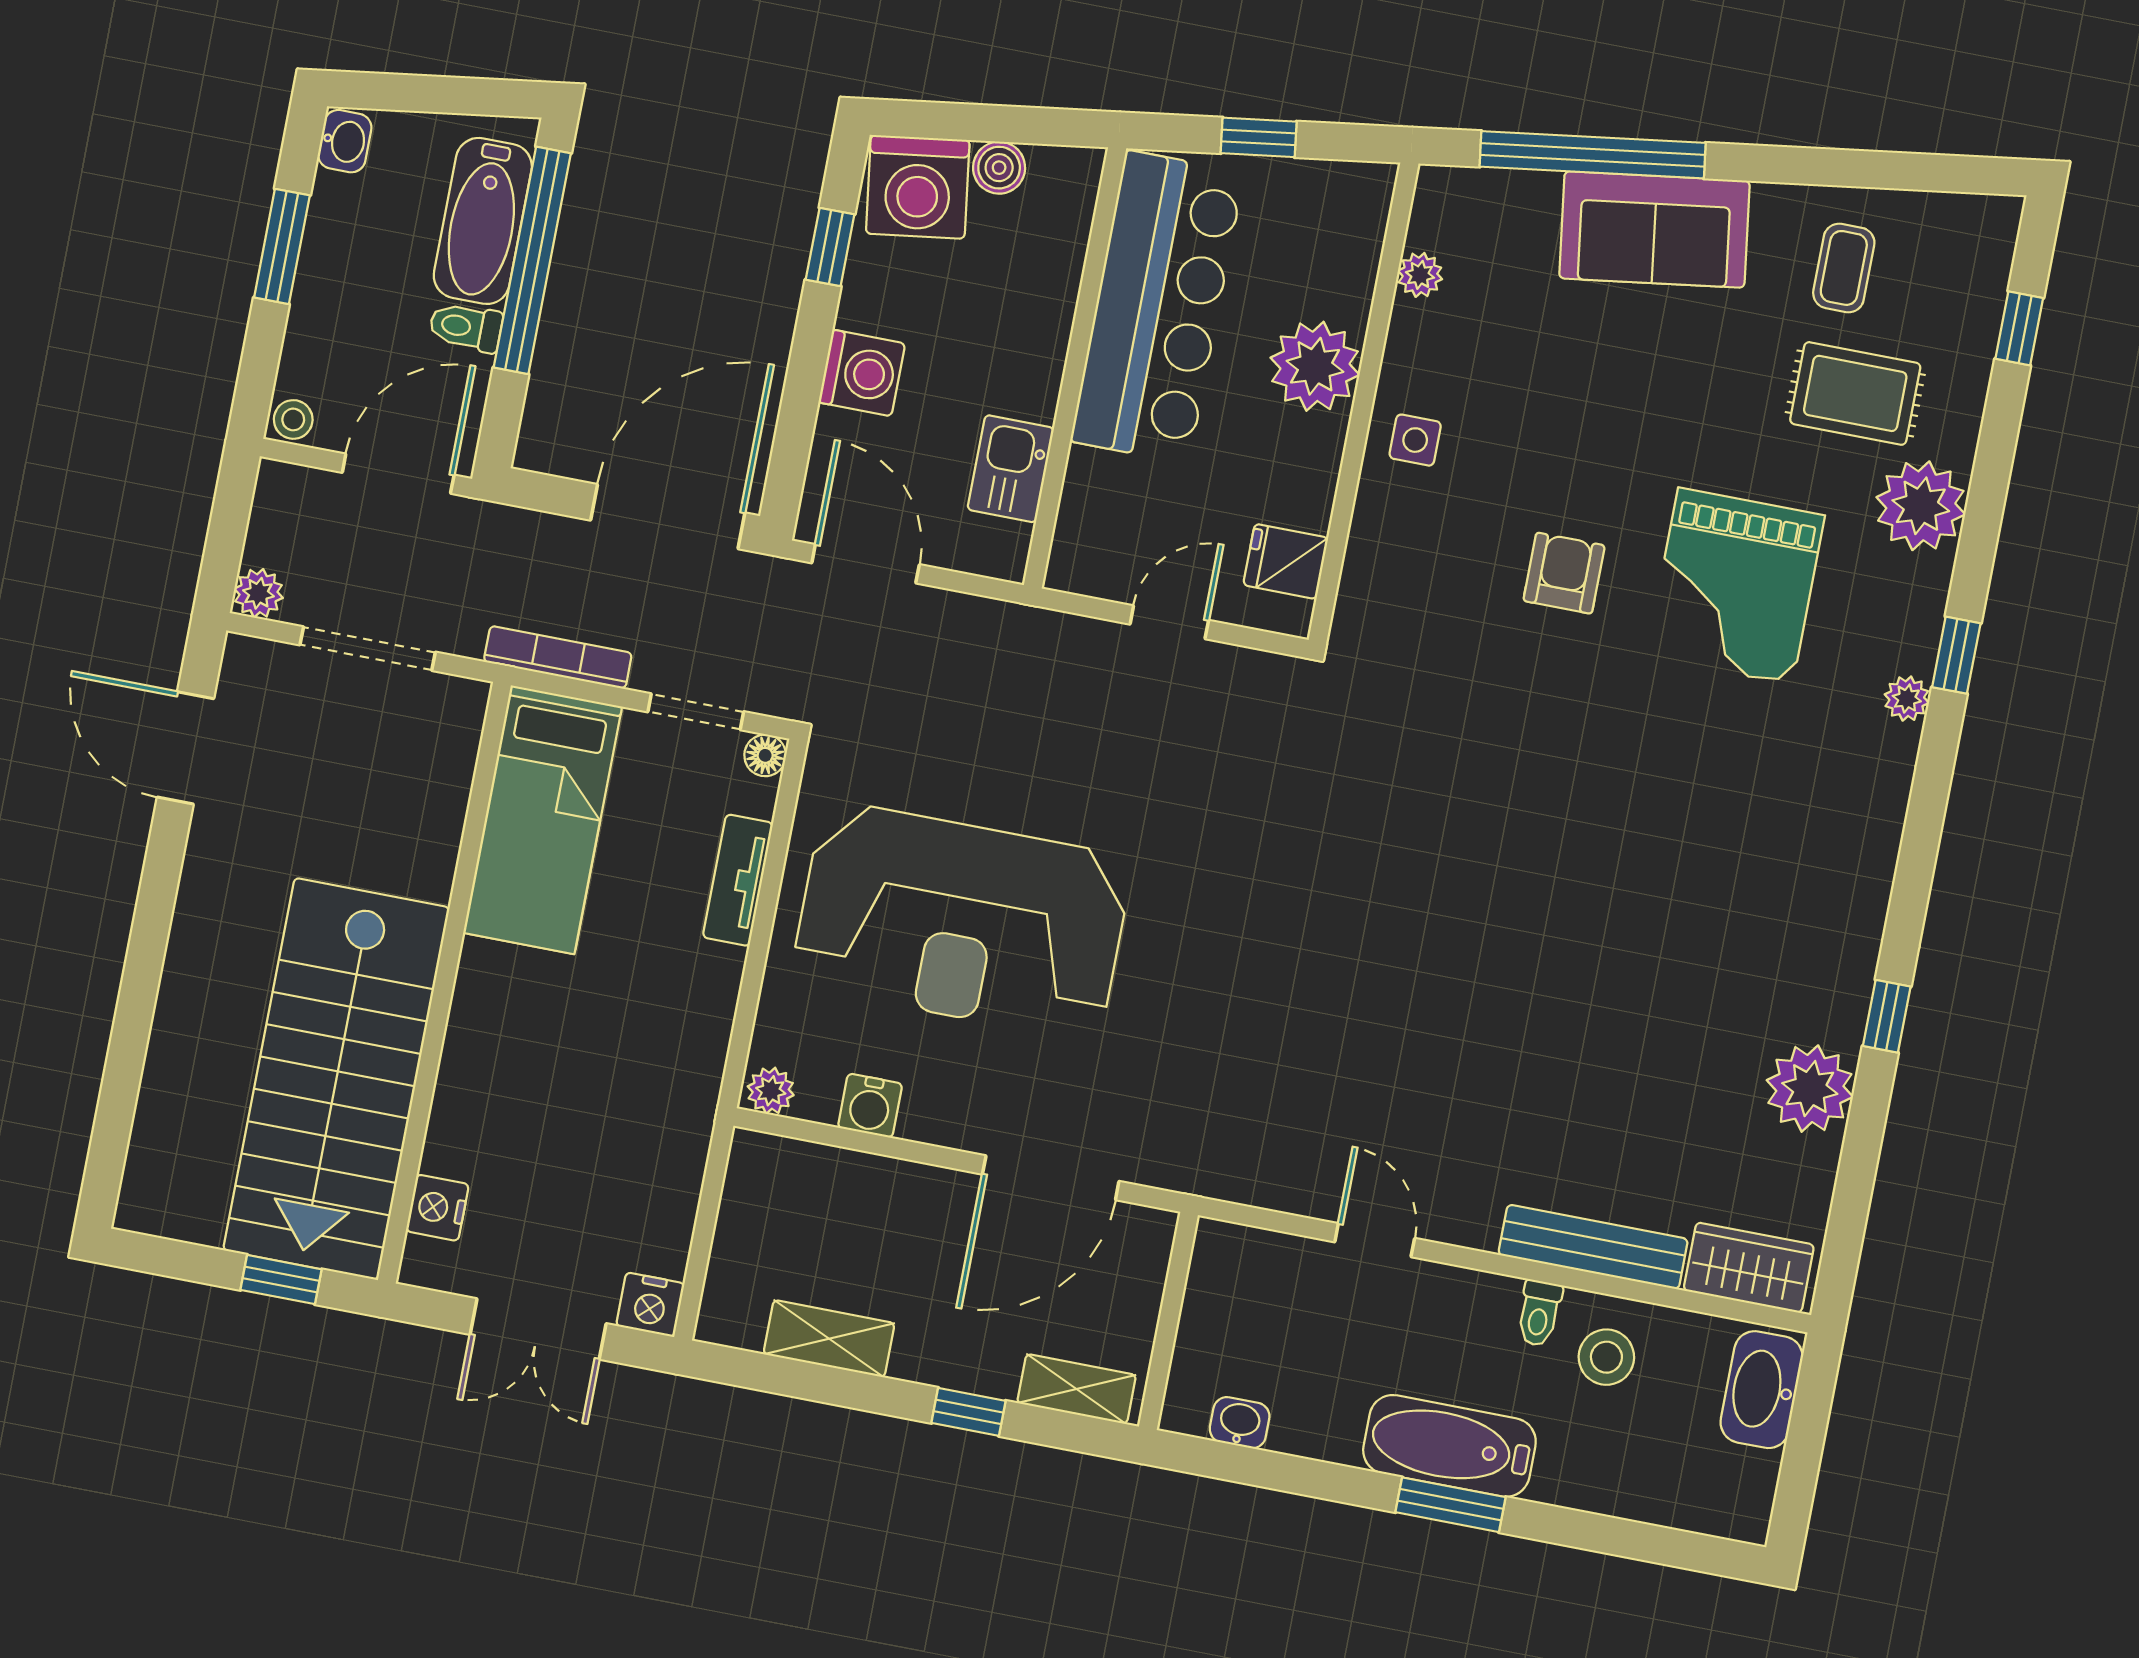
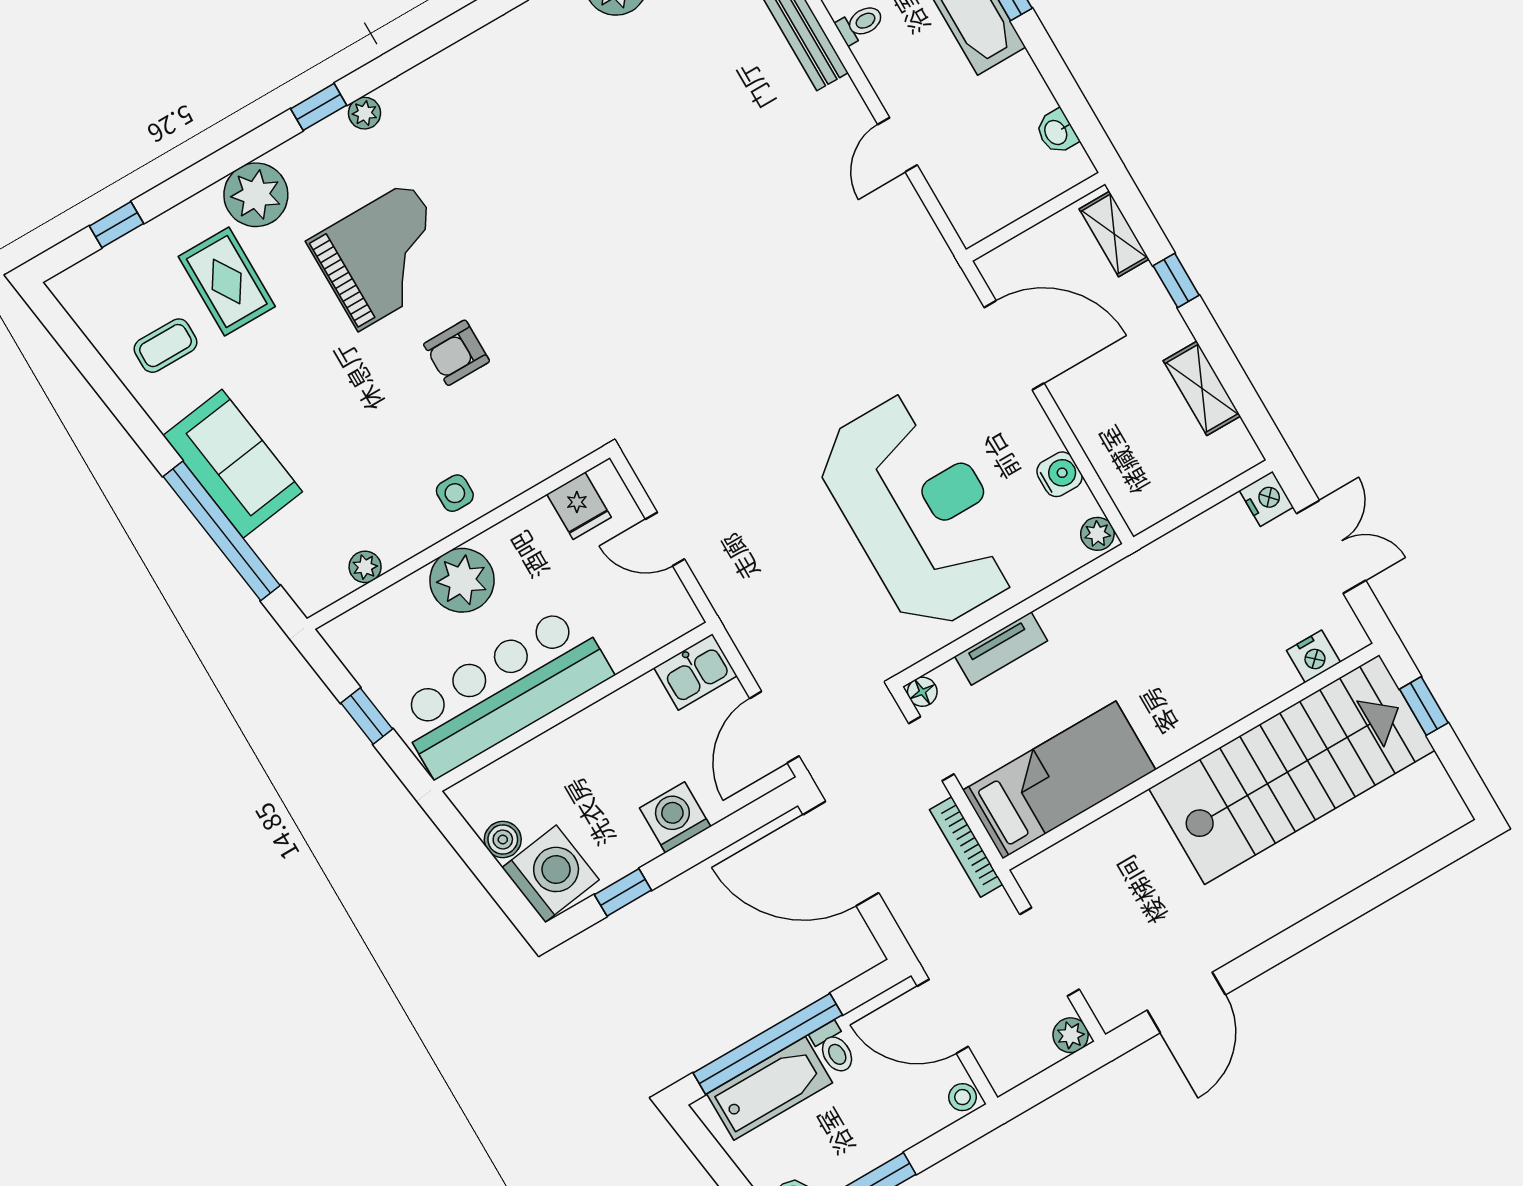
kitchen sink: (1011, 469) -> (696, 672), moved

